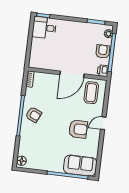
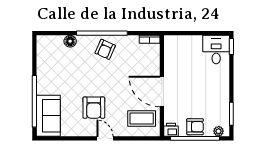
floor lamp: (21, 161) -> (70, 41), moved

